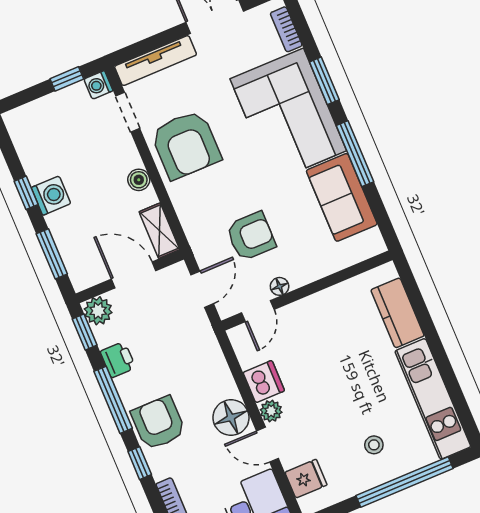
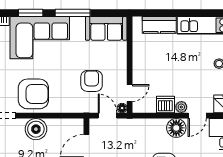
boiler: (139, 180) -> (36, 129), width x1.86, depth x1.86
sofa: (342, 197) -> (106, 28), moved
shelving: (159, 231) -> (70, 125), removed
floor lamp: (280, 286) -> (122, 108), moved
door: (258, 311) -> (130, 93), hinge flipped

